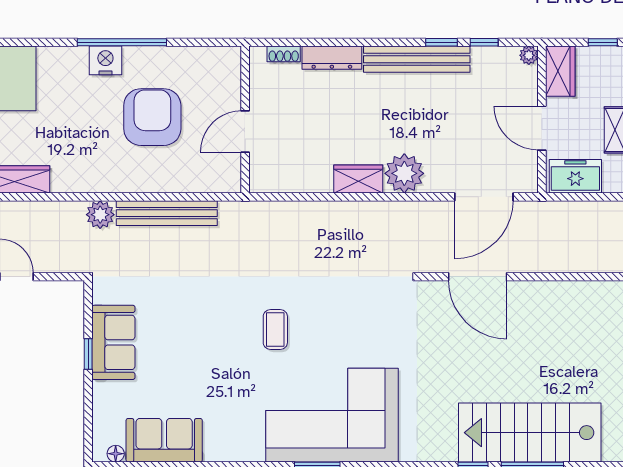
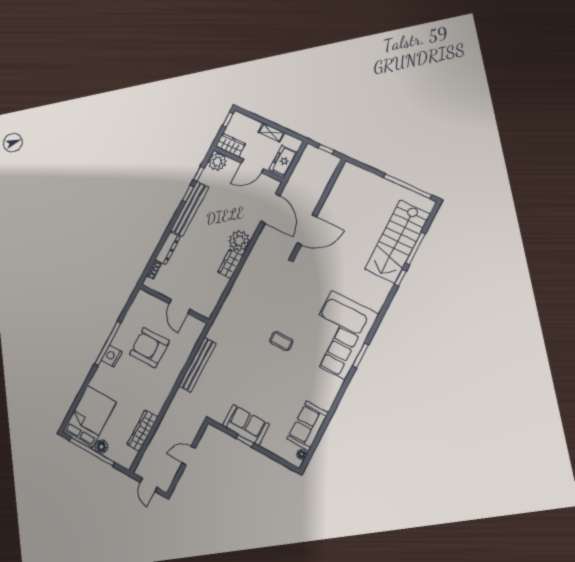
plant: (529, 55) -> (217, 162), width x1.88, depth x1.88
plant: (100, 215) -> (181, 398), removed

